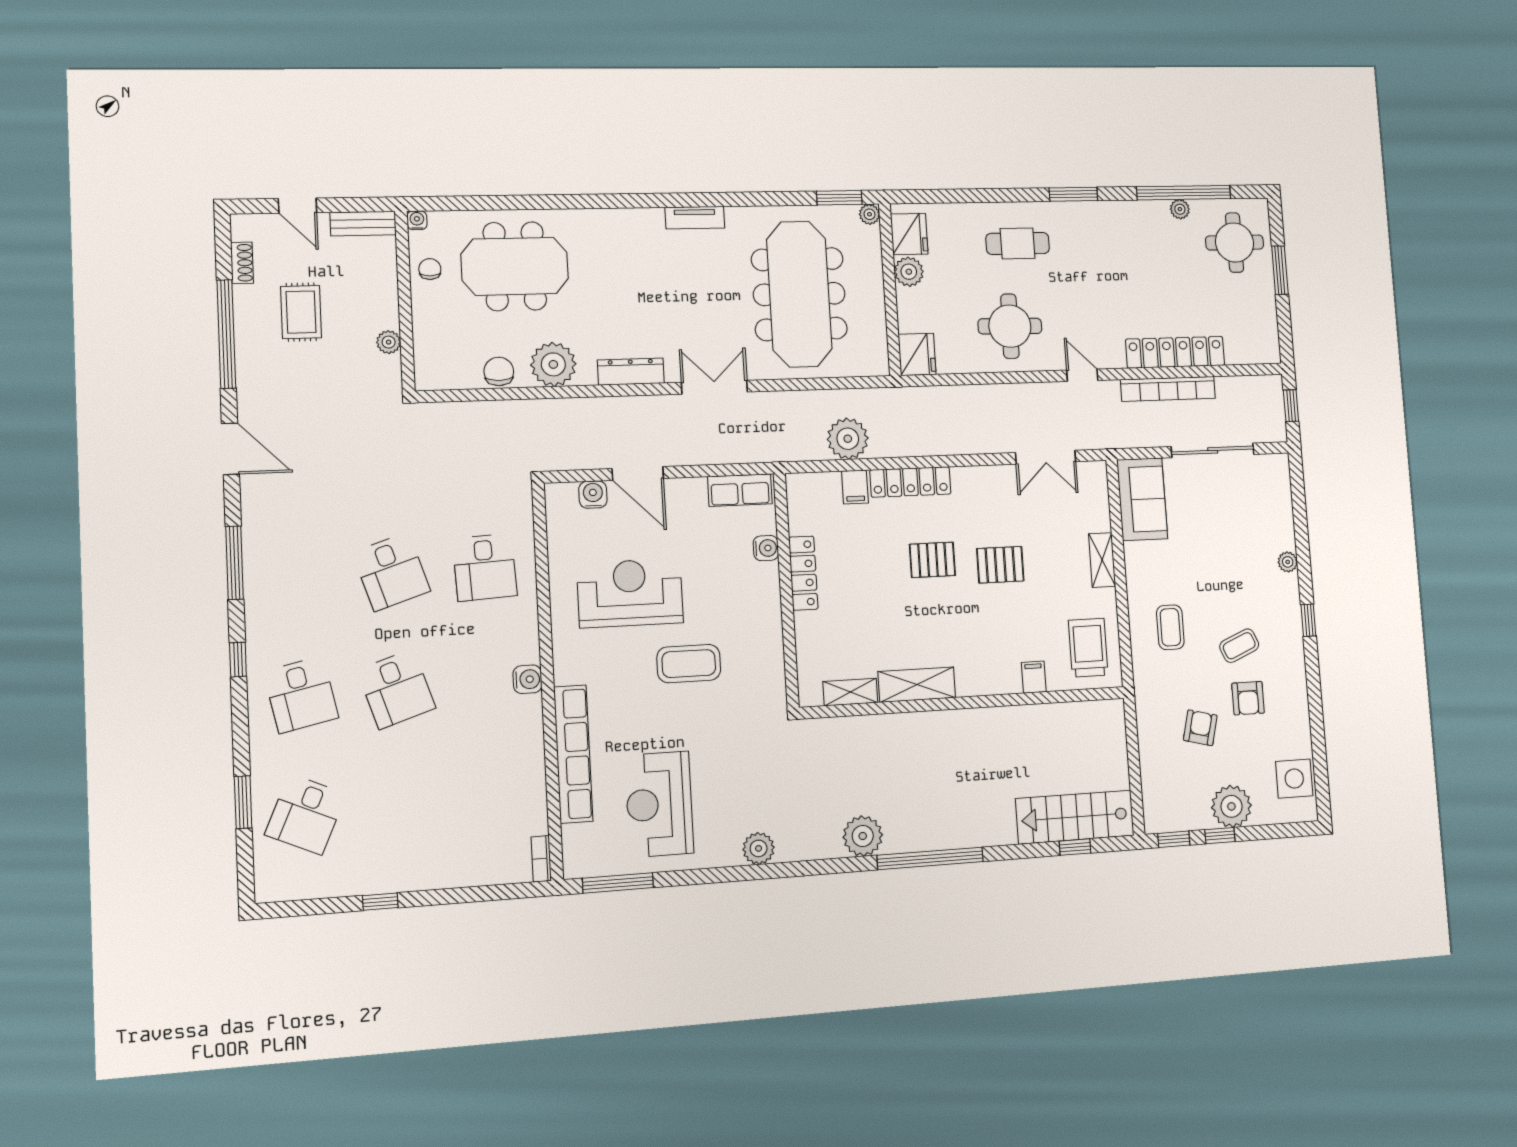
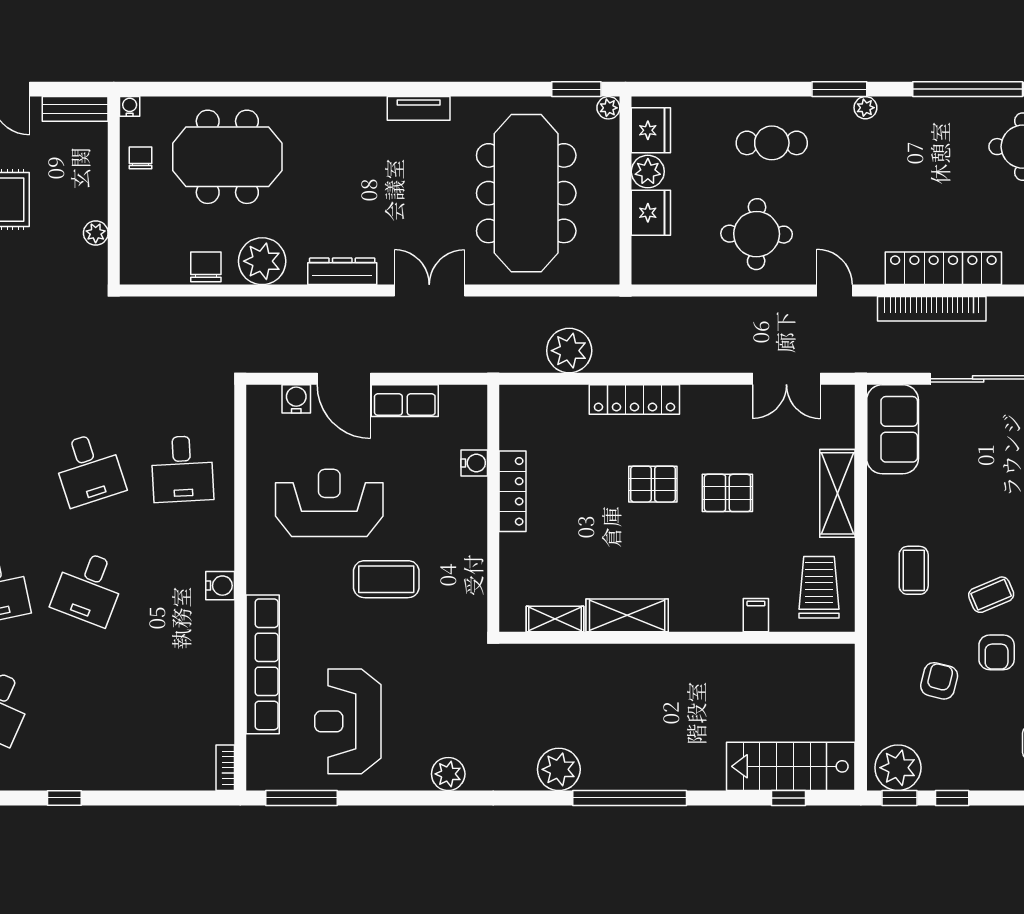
plant: (1180, 209) -> (865, 108), moved
fridge: (917, 354) -> (651, 213), moved
filing cabinet: (855, 487) -> (574, 402), removed
row of seats: (740, 490) -> (405, 401), moved
shelving: (1102, 560) -> (837, 493), width x1.50, depth x1.33
desk: (396, 689) -> (89, 588), turned 39
plant: (1231, 806) -> (898, 768), moved

